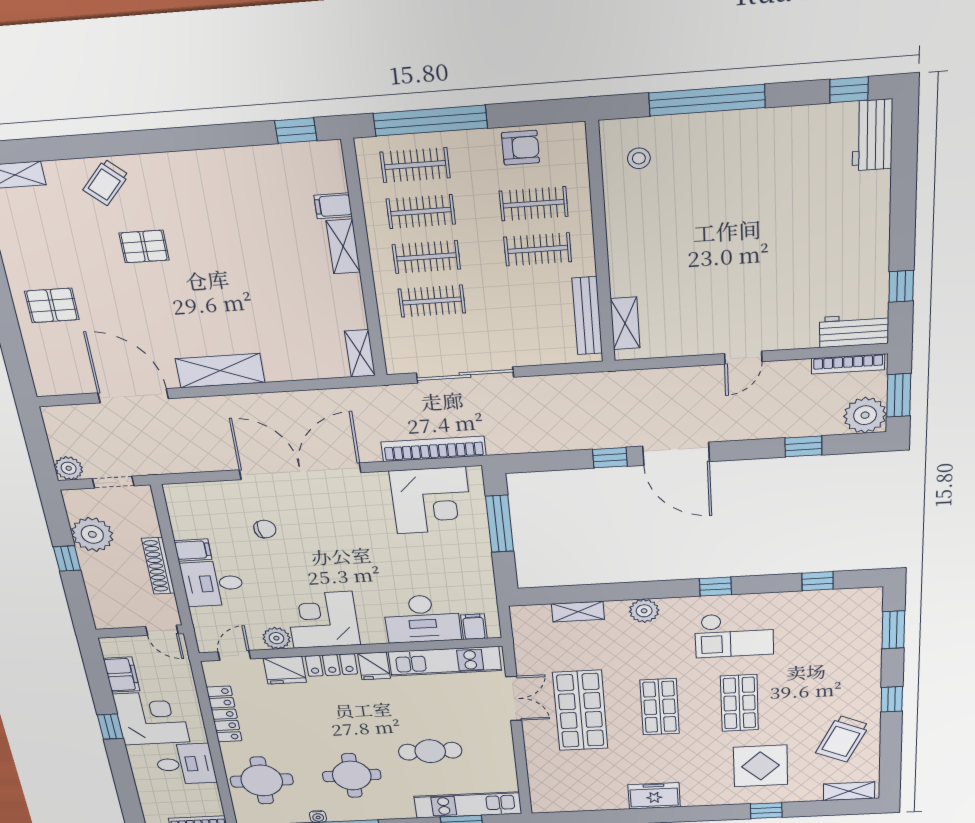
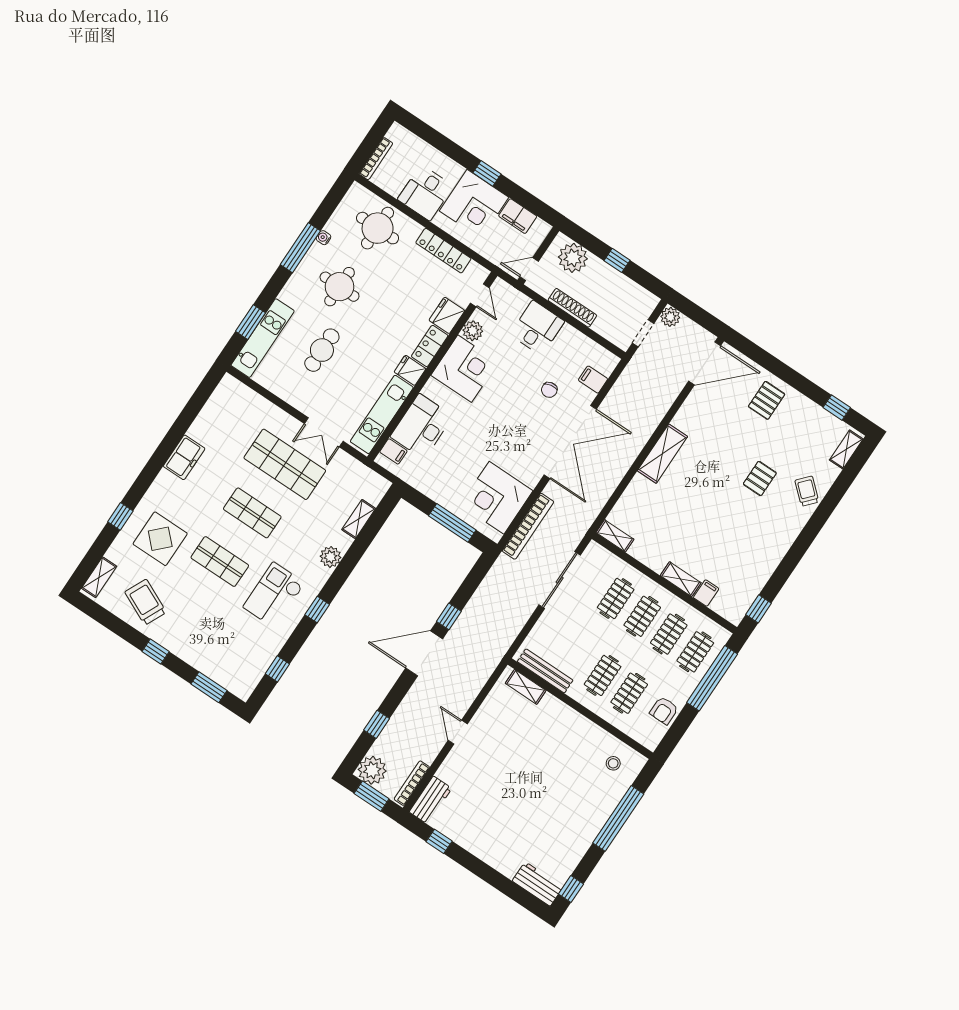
door: (133, 396) -> (705, 363), moved
plant: (92, 534) -> (573, 258), moved
filing cabinet: (193, 550) -> (593, 380), moved, turned 90

